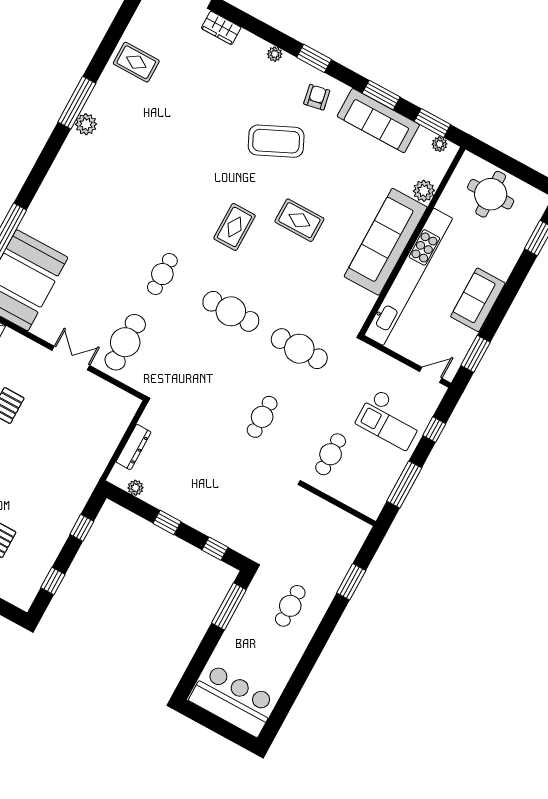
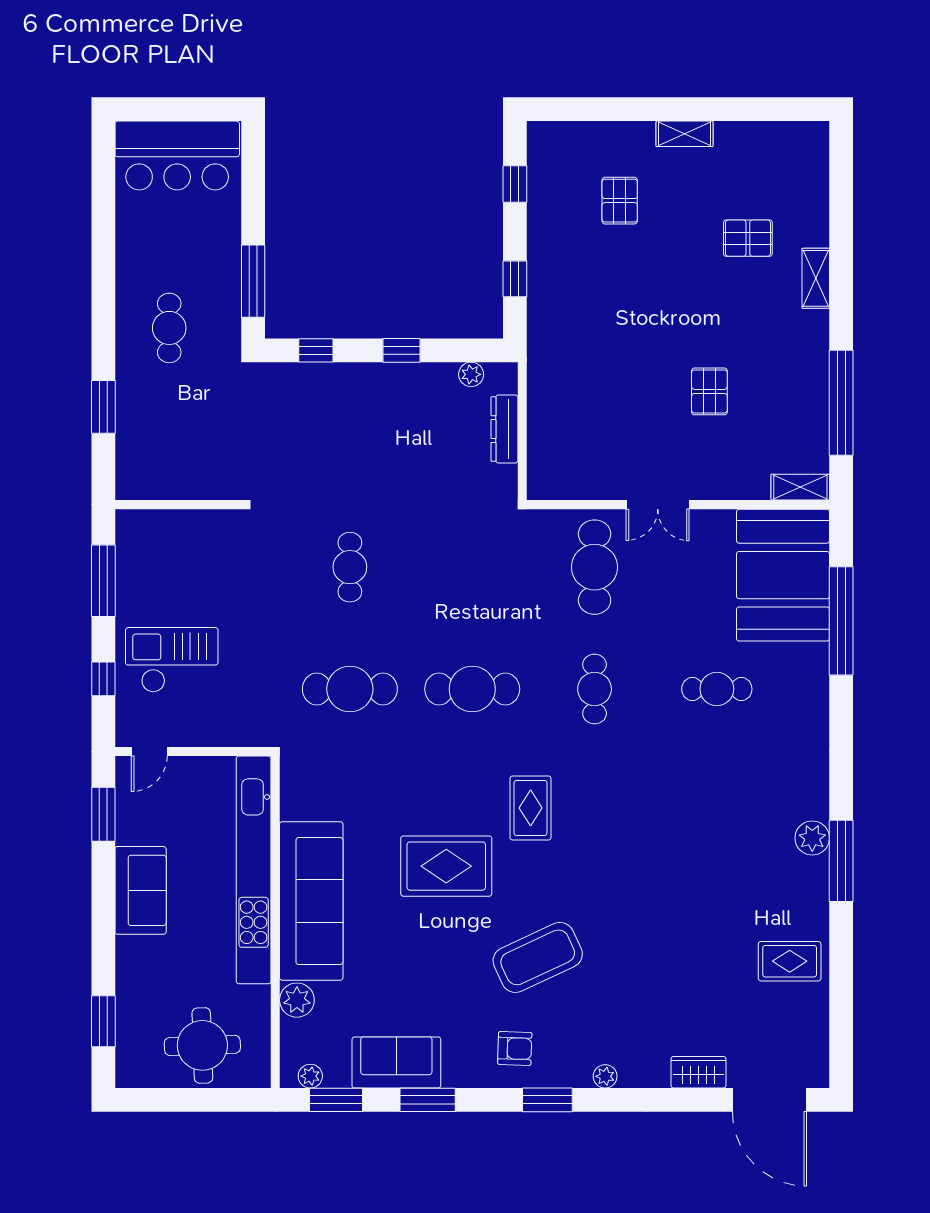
armchair: (317, 97) -> (515, 1048), turned -77
sofa: (378, 121) -> (396, 1062), width x0.73
rug: (299, 220) -> (446, 866), width x1.36, depth x1.43
cafe table: (331, 454) -> (717, 689), moved, turned 90

